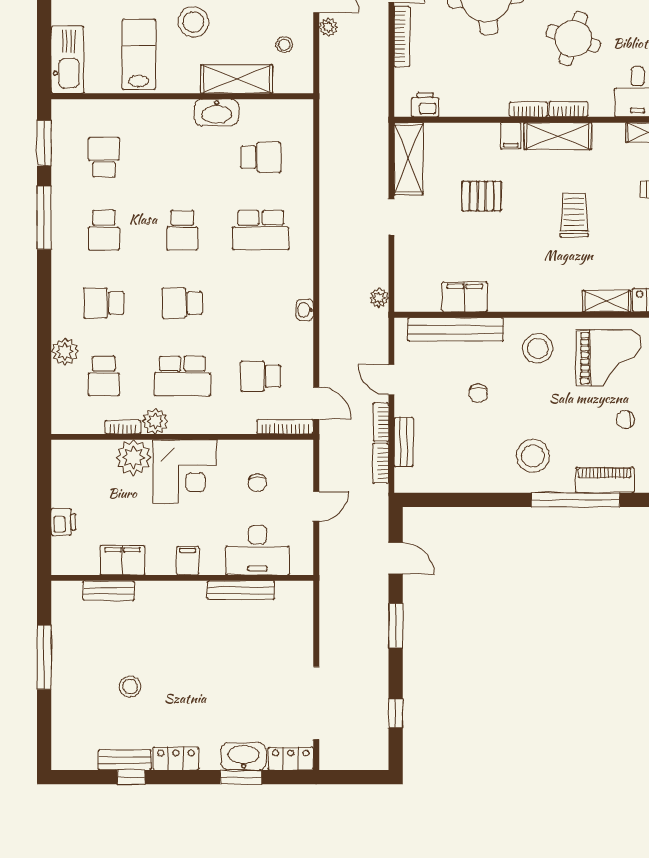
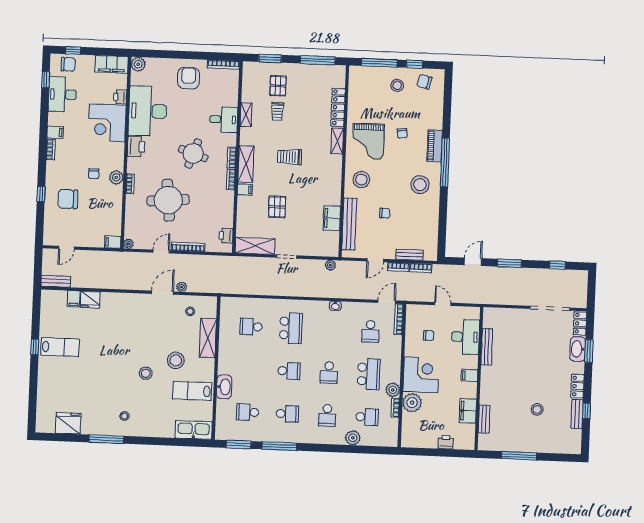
washbasin: (217, 112) -> (224, 387), moved
school desk: (261, 157) -> (251, 327), turned -90
grand piano: (608, 358) -> (368, 141), turned 180

